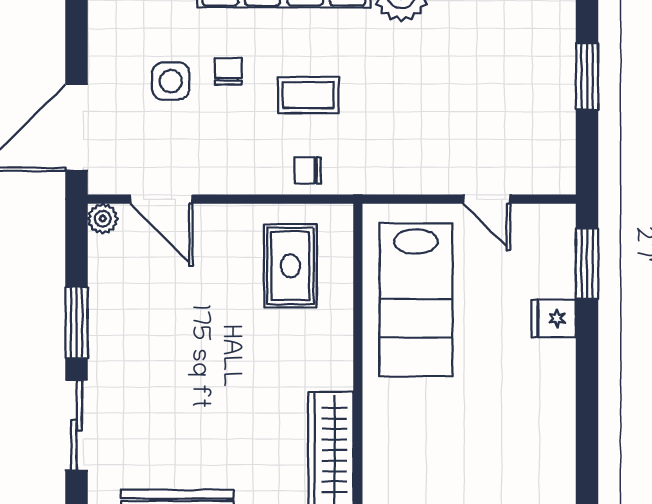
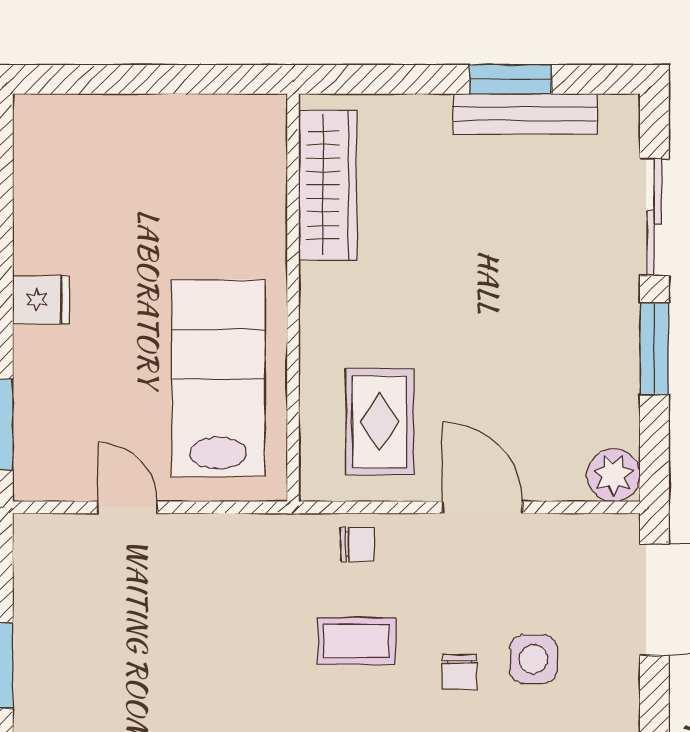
door: (161, 199) -> (482, 507), moved
plant: (103, 219) -> (613, 475), width x1.38, depth x1.38
fridge: (554, 318) -> (41, 300), moved

